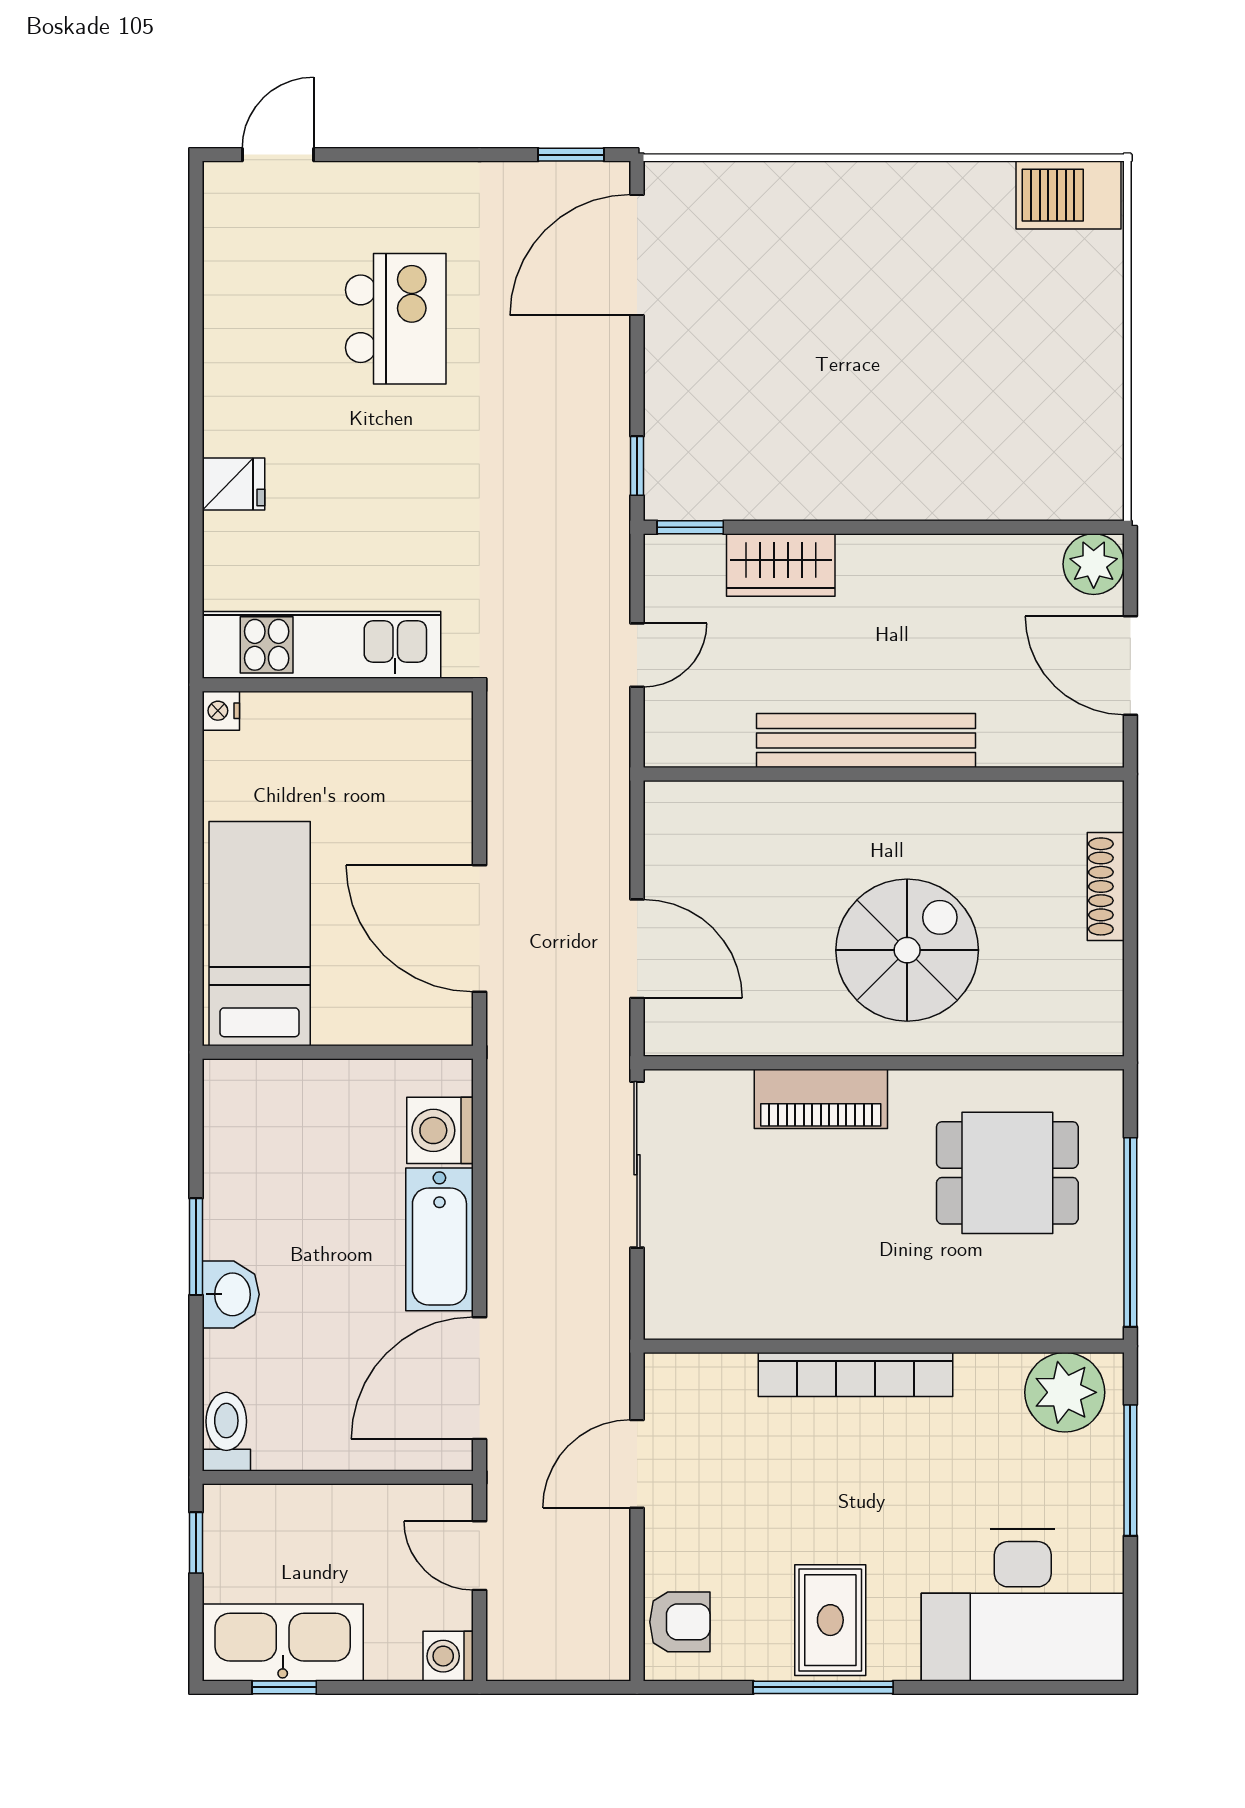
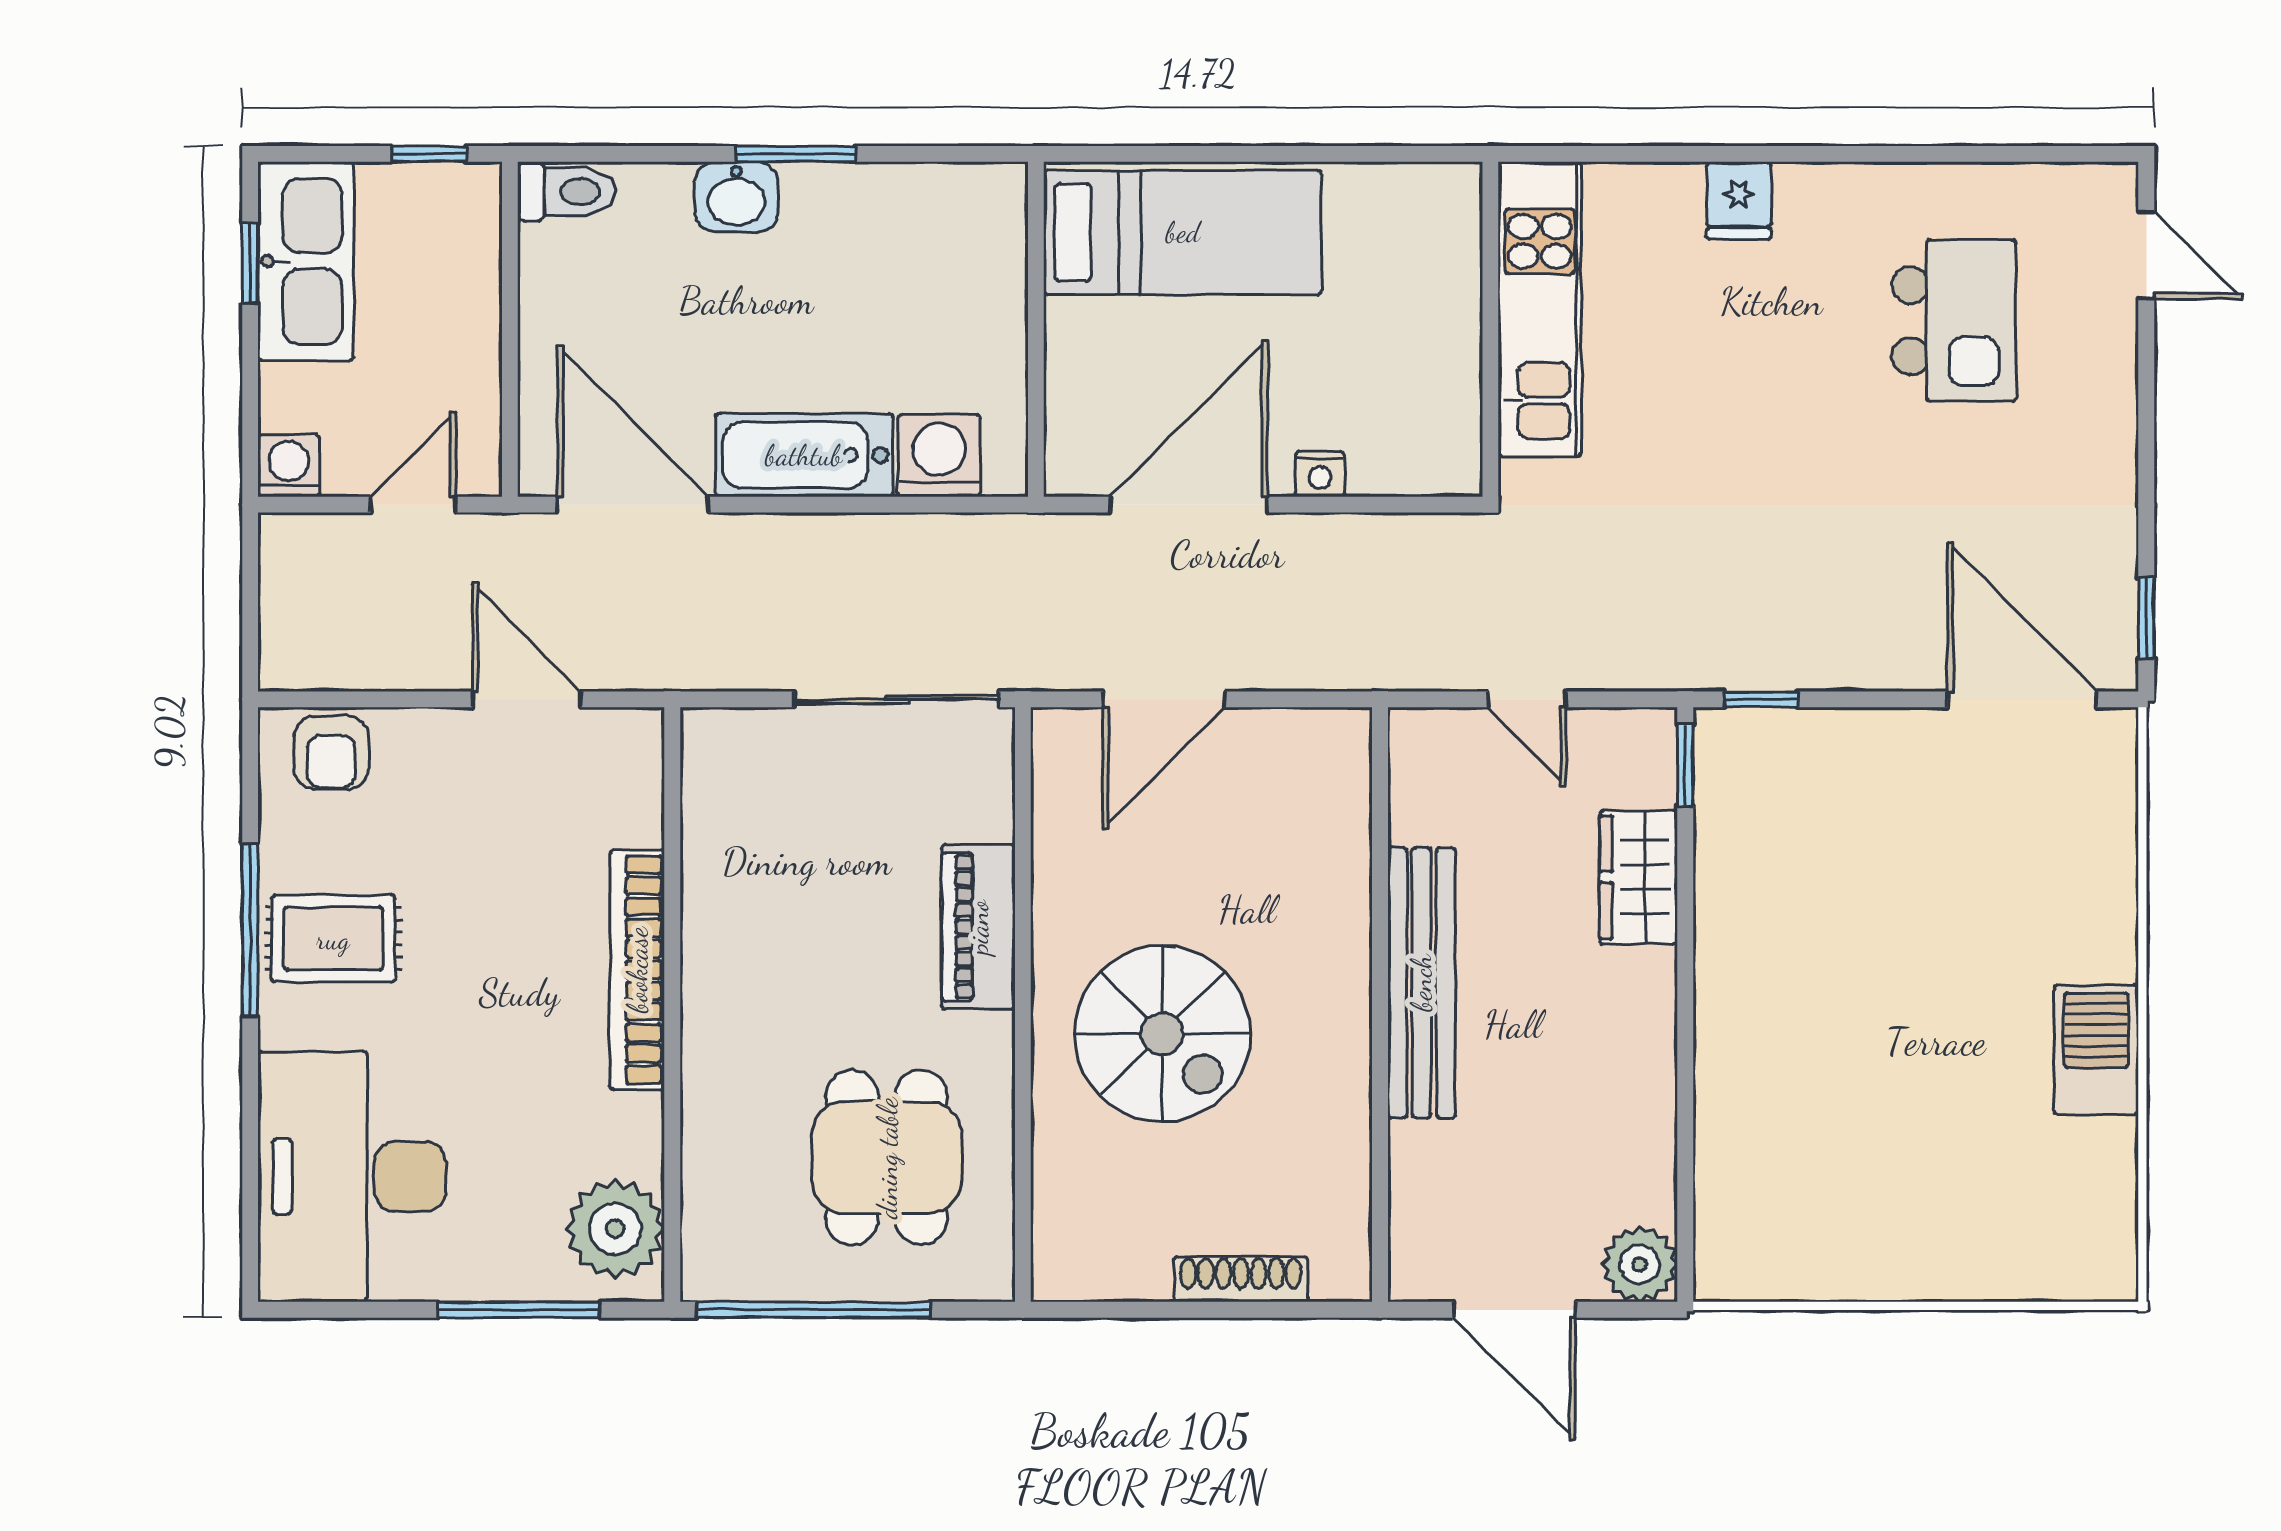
barbecue: (1068, 195) -> (2096, 1050), moved
kitchen island: (396, 319) -> (1954, 321), moved, turned -90
door: (1130, 665) -> (1514, 1310), swing flipped
nightstand: (221, 711) -> (1320, 474), moved, turned 180

